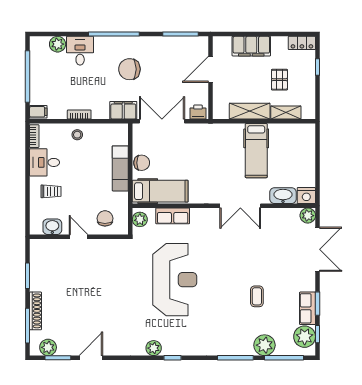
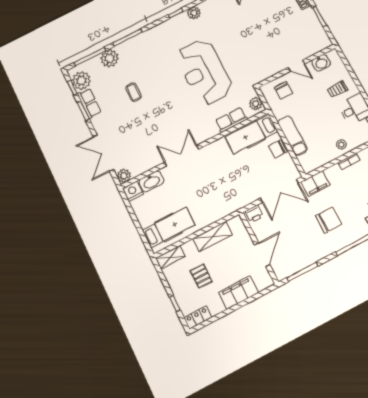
shelving: (286, 113) -> (170, 257), moved
hospital bed: (256, 151) -> (169, 227), moved, turned 90

